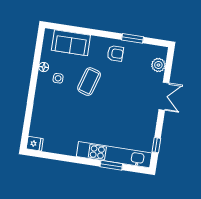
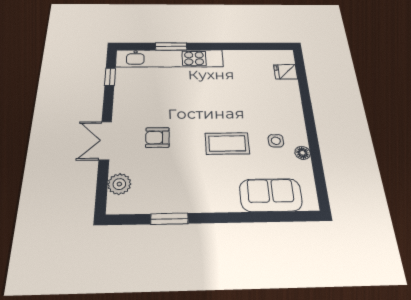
armchair: (115, 53) -> (157, 137), moved
coffee table: (89, 82) -> (227, 143), turned 73
fridge: (35, 144) -> (286, 72), moved

